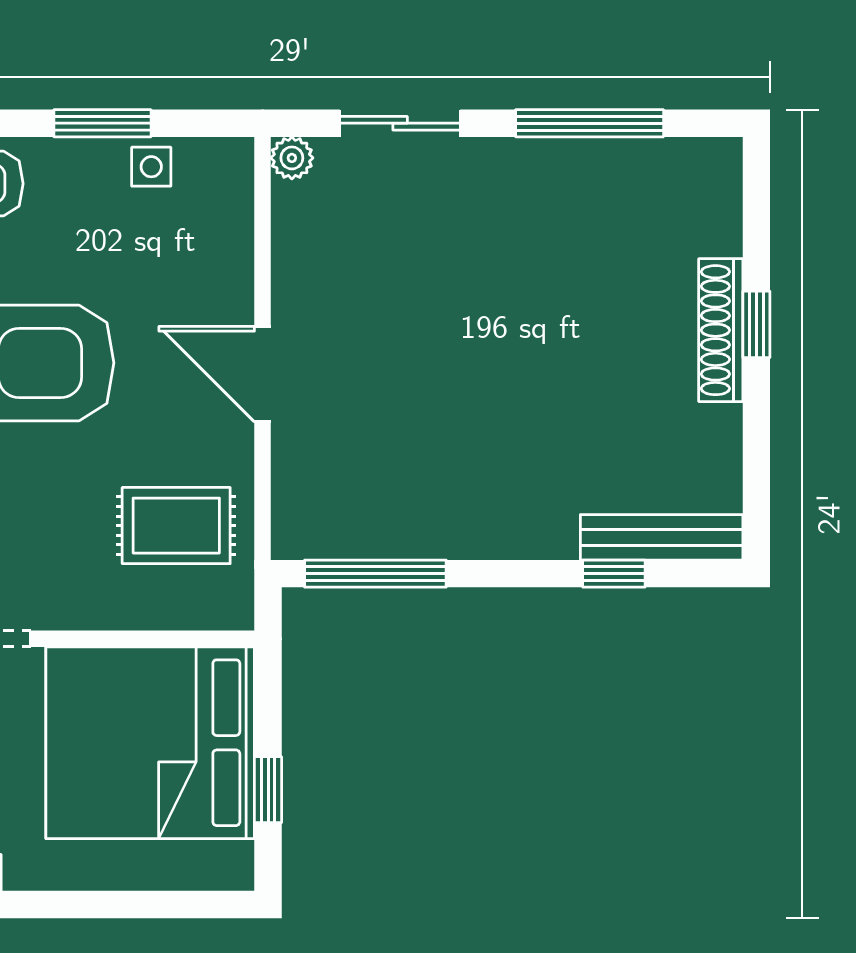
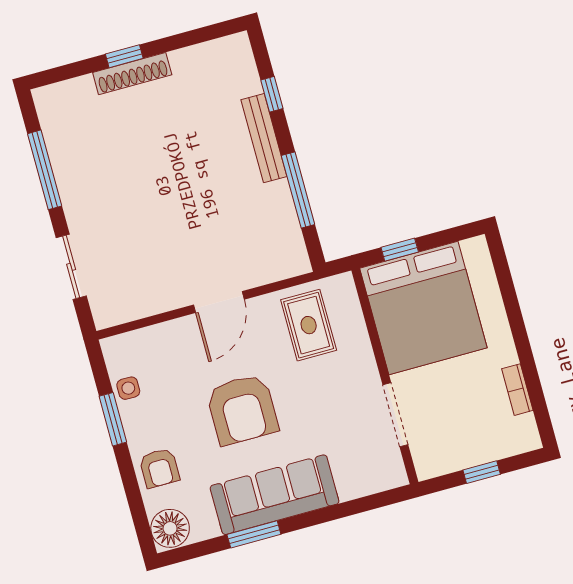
plant: (292, 158) -> (104, 317), removed
bench: (662, 537) -> (264, 138), moved
window: (375, 574) -> (298, 190), moved
window: (268, 790) -> (400, 250), moved

